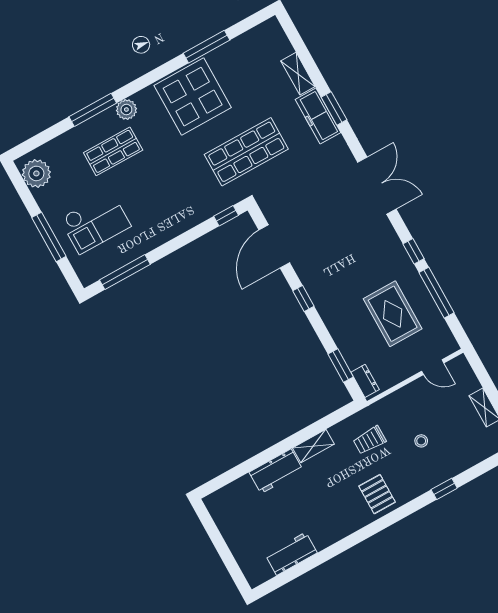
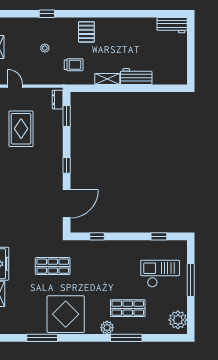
shop shelf: (246, 152) -> (53, 266), width x0.70, depth x0.74
window: (226, 216) -> (97, 236), moved
window: (125, 272) -> (159, 236), width x0.46
workbench: (291, 554) -> (172, 25), moved

